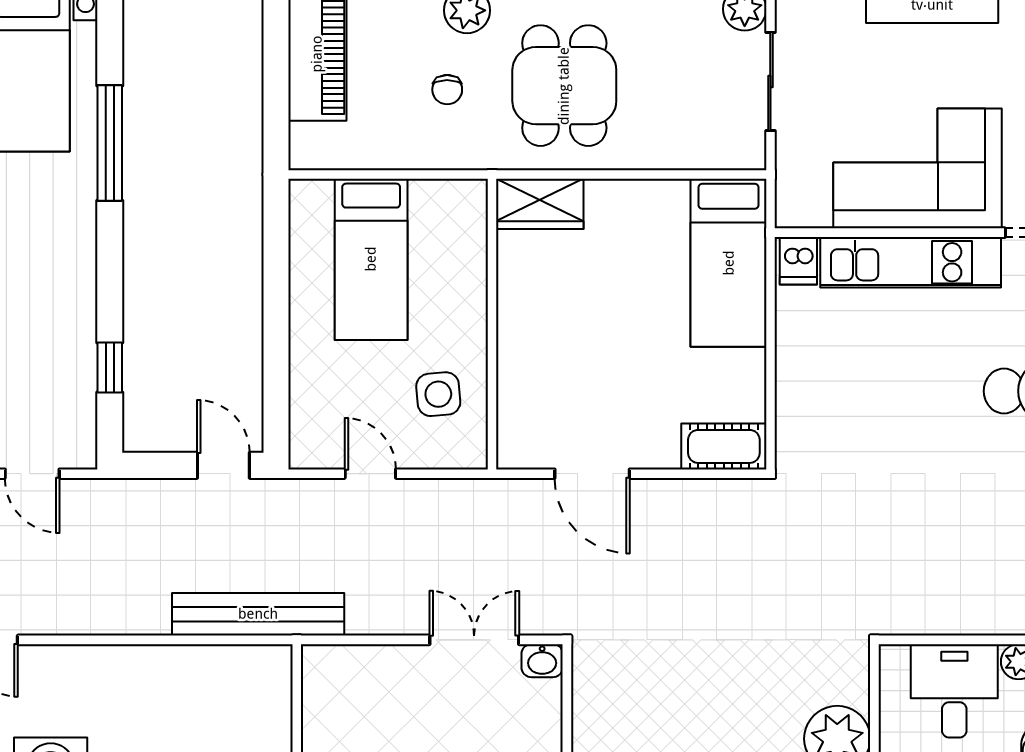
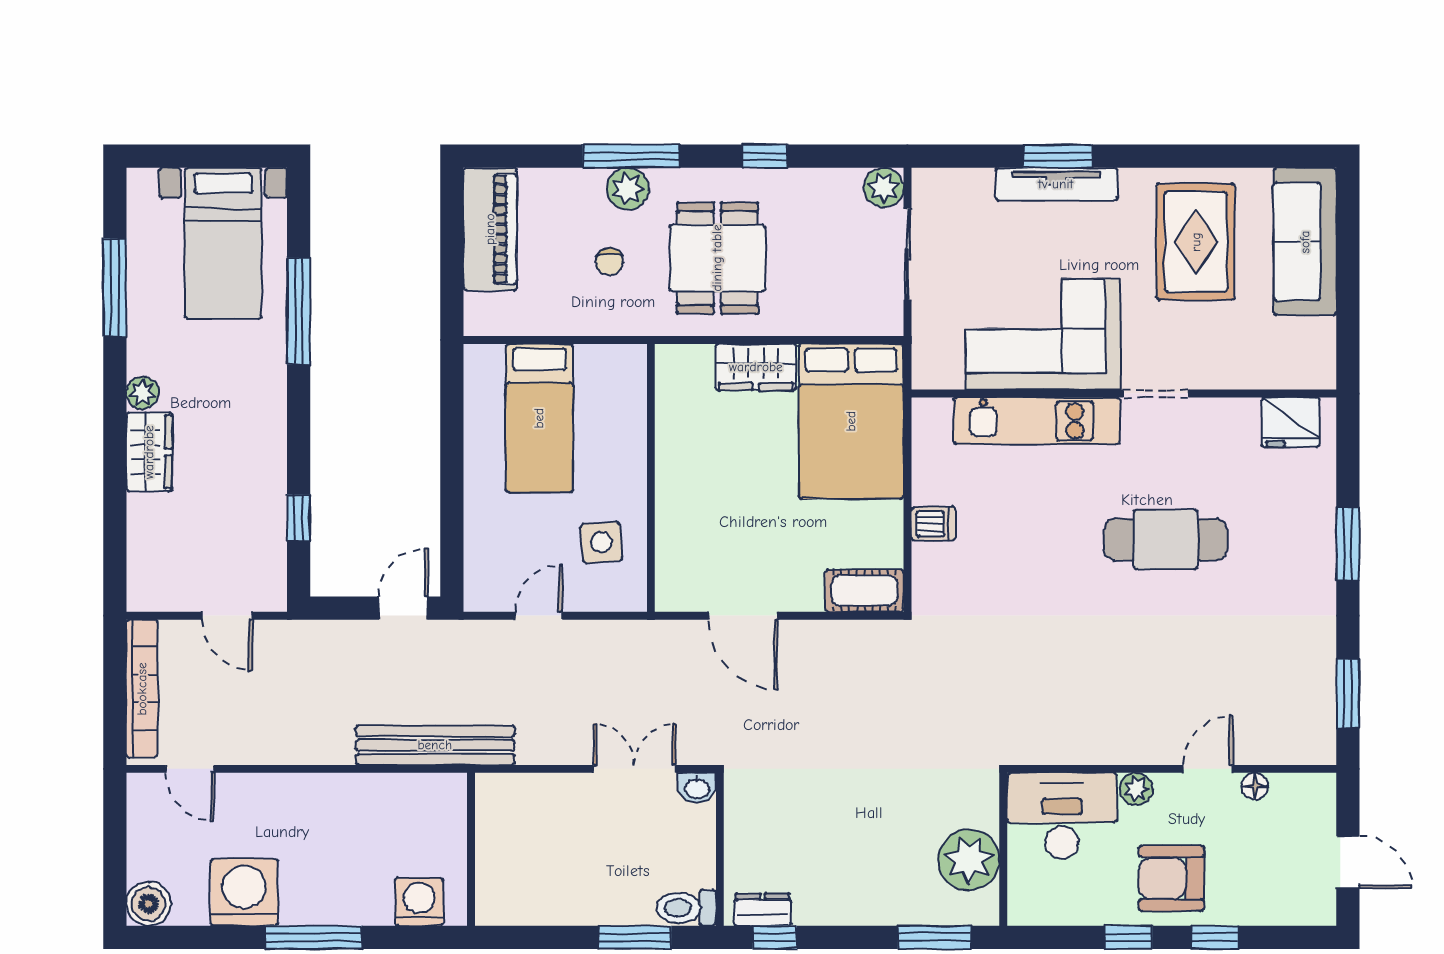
wardrobe: (540, 204) -> (756, 367), moved
dishwasher: (798, 261) -> (933, 524), moved, turned -90
bed: (729, 263) -> (851, 421), width x1.50
door: (223, 465) -> (403, 608), hinge flipped
door: (370, 474) -> (539, 616), hinge flipped
desk: (954, 691) -> (1062, 816), width x1.37

